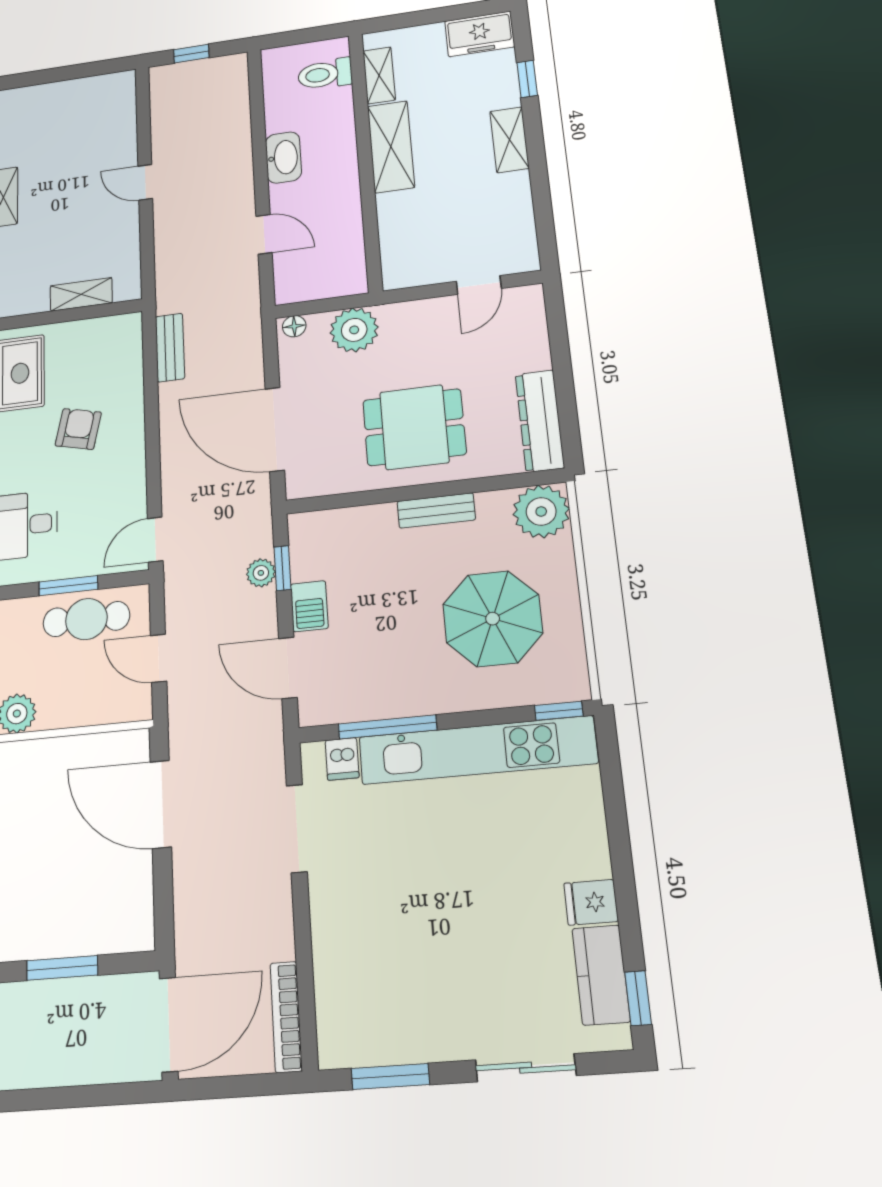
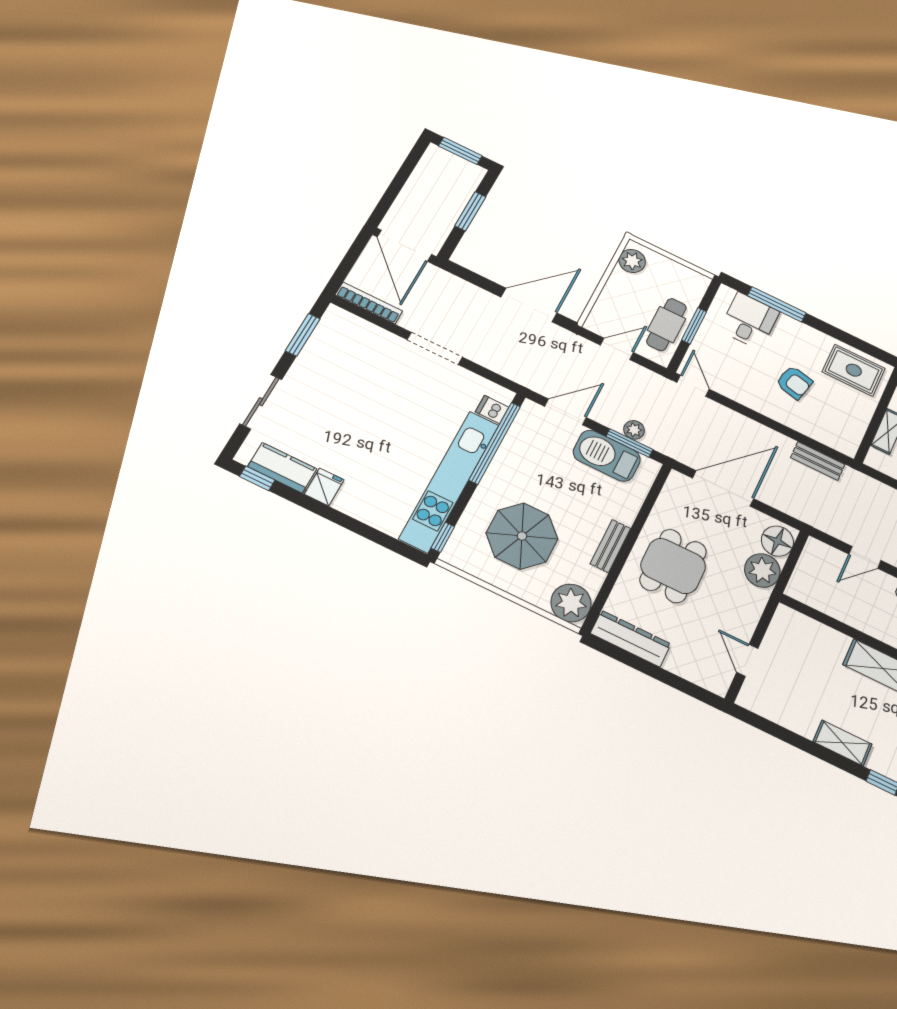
floor lamp: (294, 326) -> (777, 541), width x1.89, depth x1.89
window: (282, 568) -> (629, 443), width x1.50
barbecue: (309, 606) -> (607, 456), width x1.88, depth x1.53
window: (388, 727) -> (495, 443), width x1.46
doorway: (297, 828) -> (435, 348), moved

